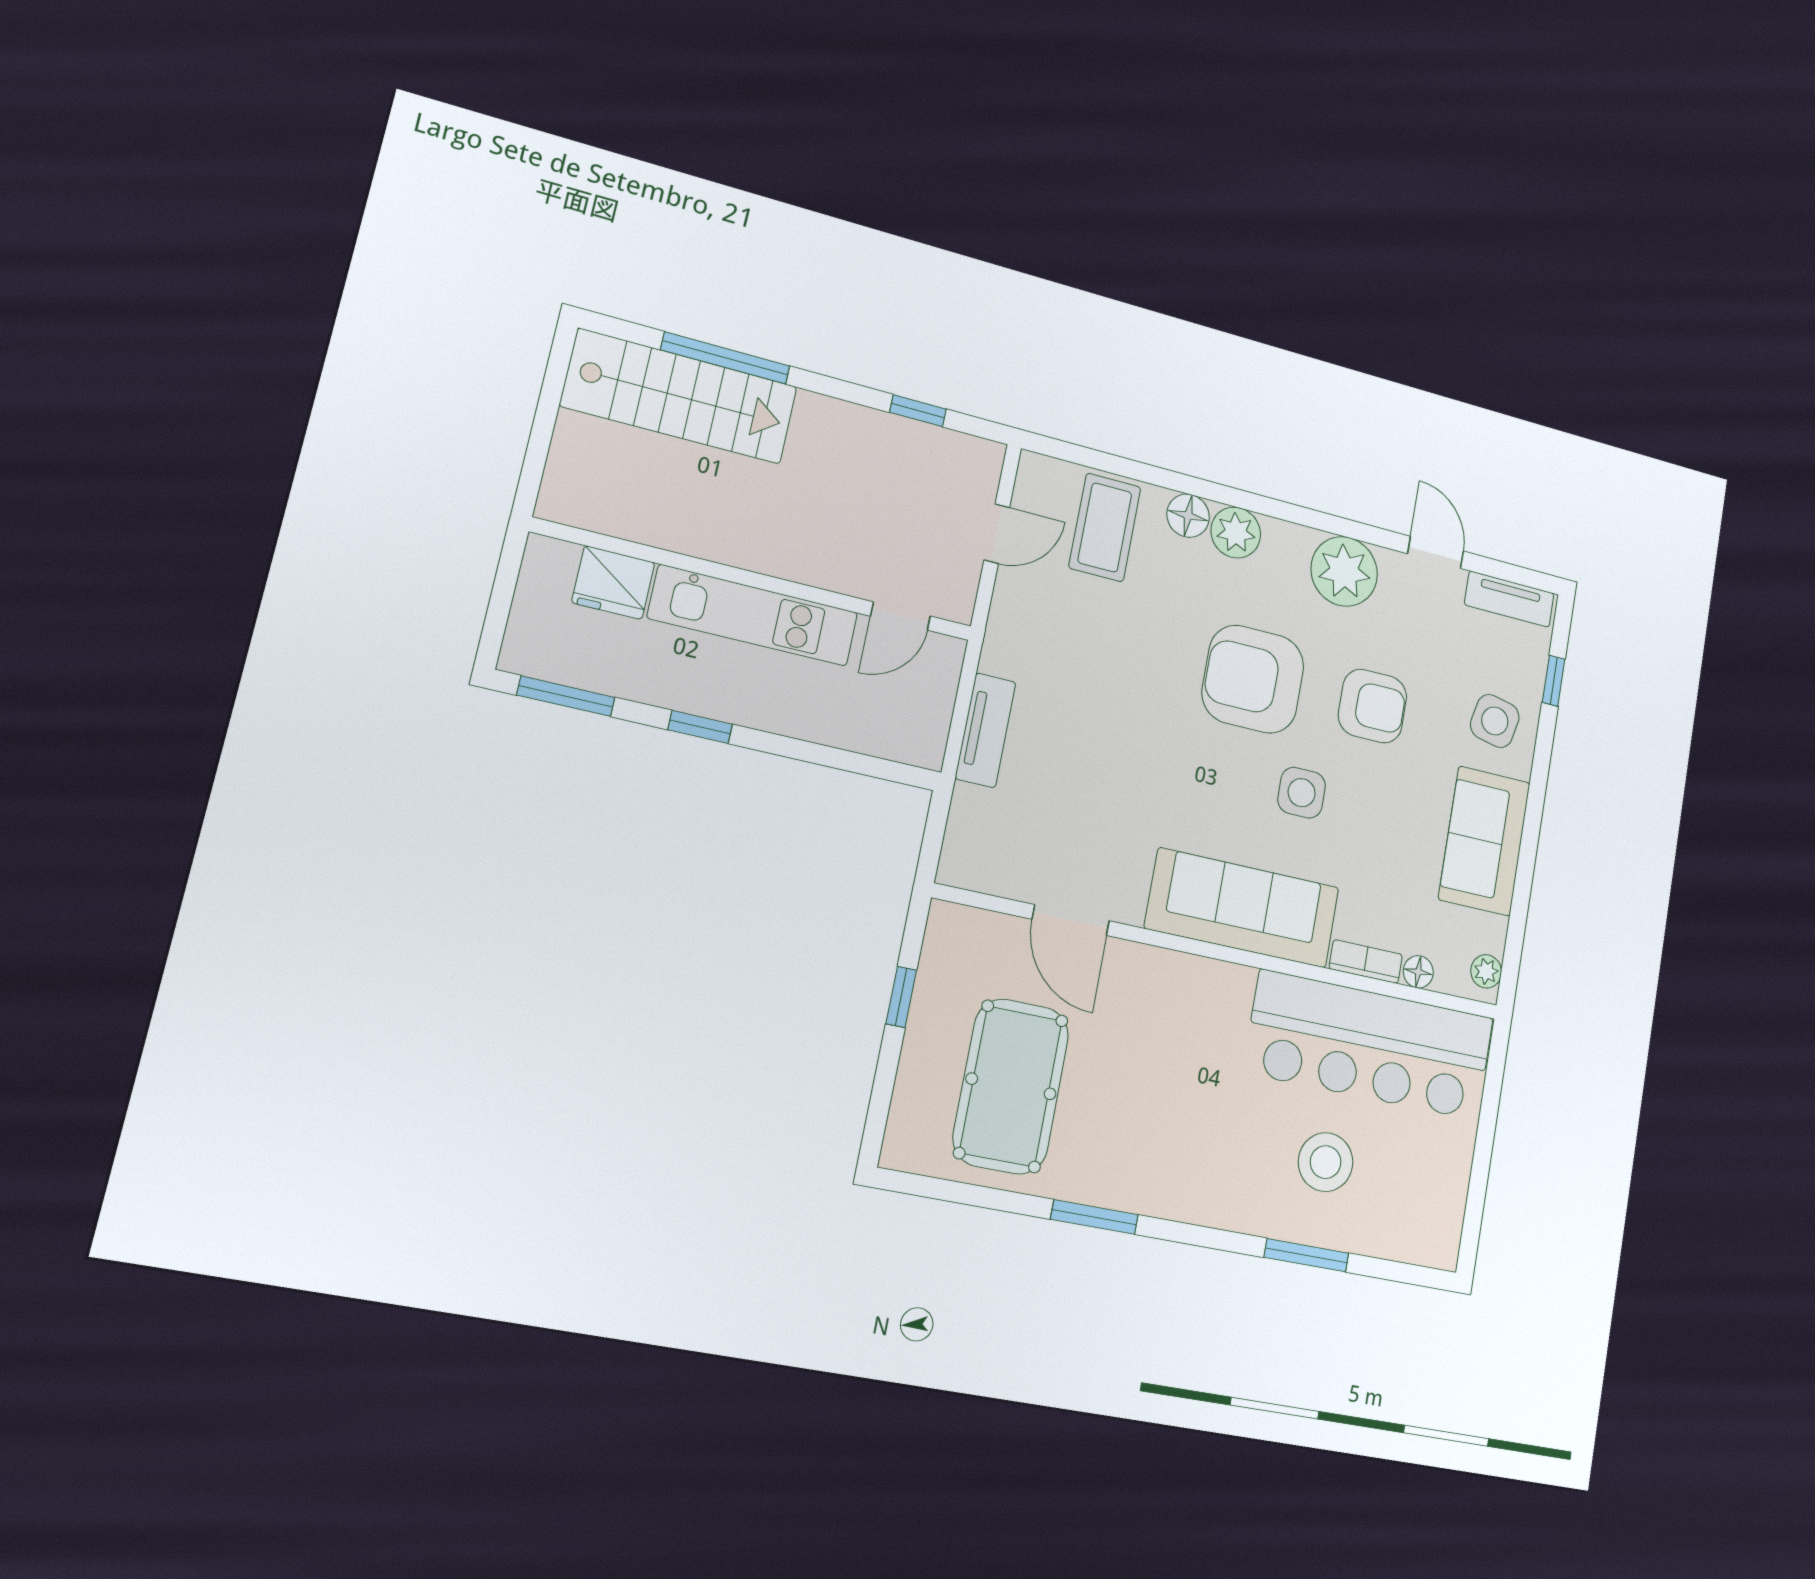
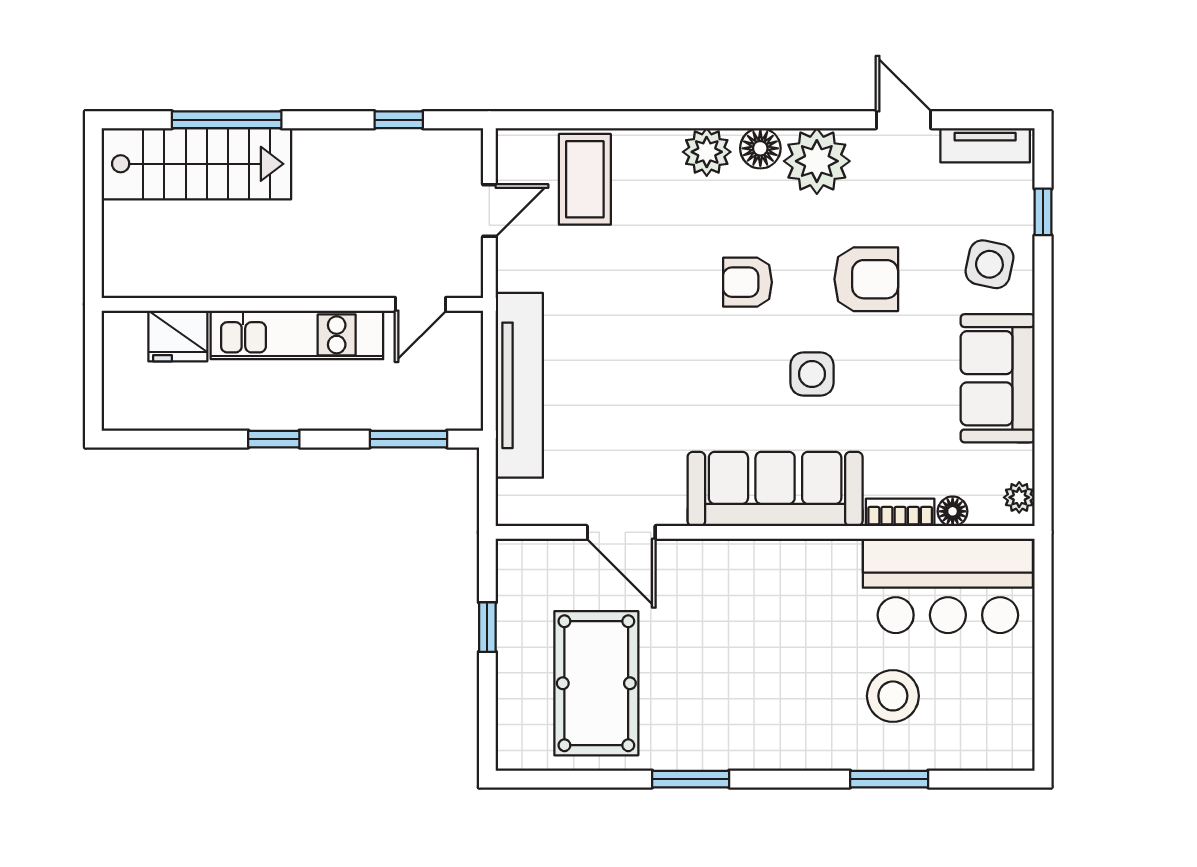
floor lamp: (1188, 516) -> (760, 148), moved
armchair: (1253, 679) -> (748, 282), width x0.53, depth x0.53
window: (566, 696) -> (408, 439), moved
tv unit: (986, 730) -> (519, 385), width x1.92, depth x1.29
bar counter: (1370, 1045) -> (948, 586), width x0.73

